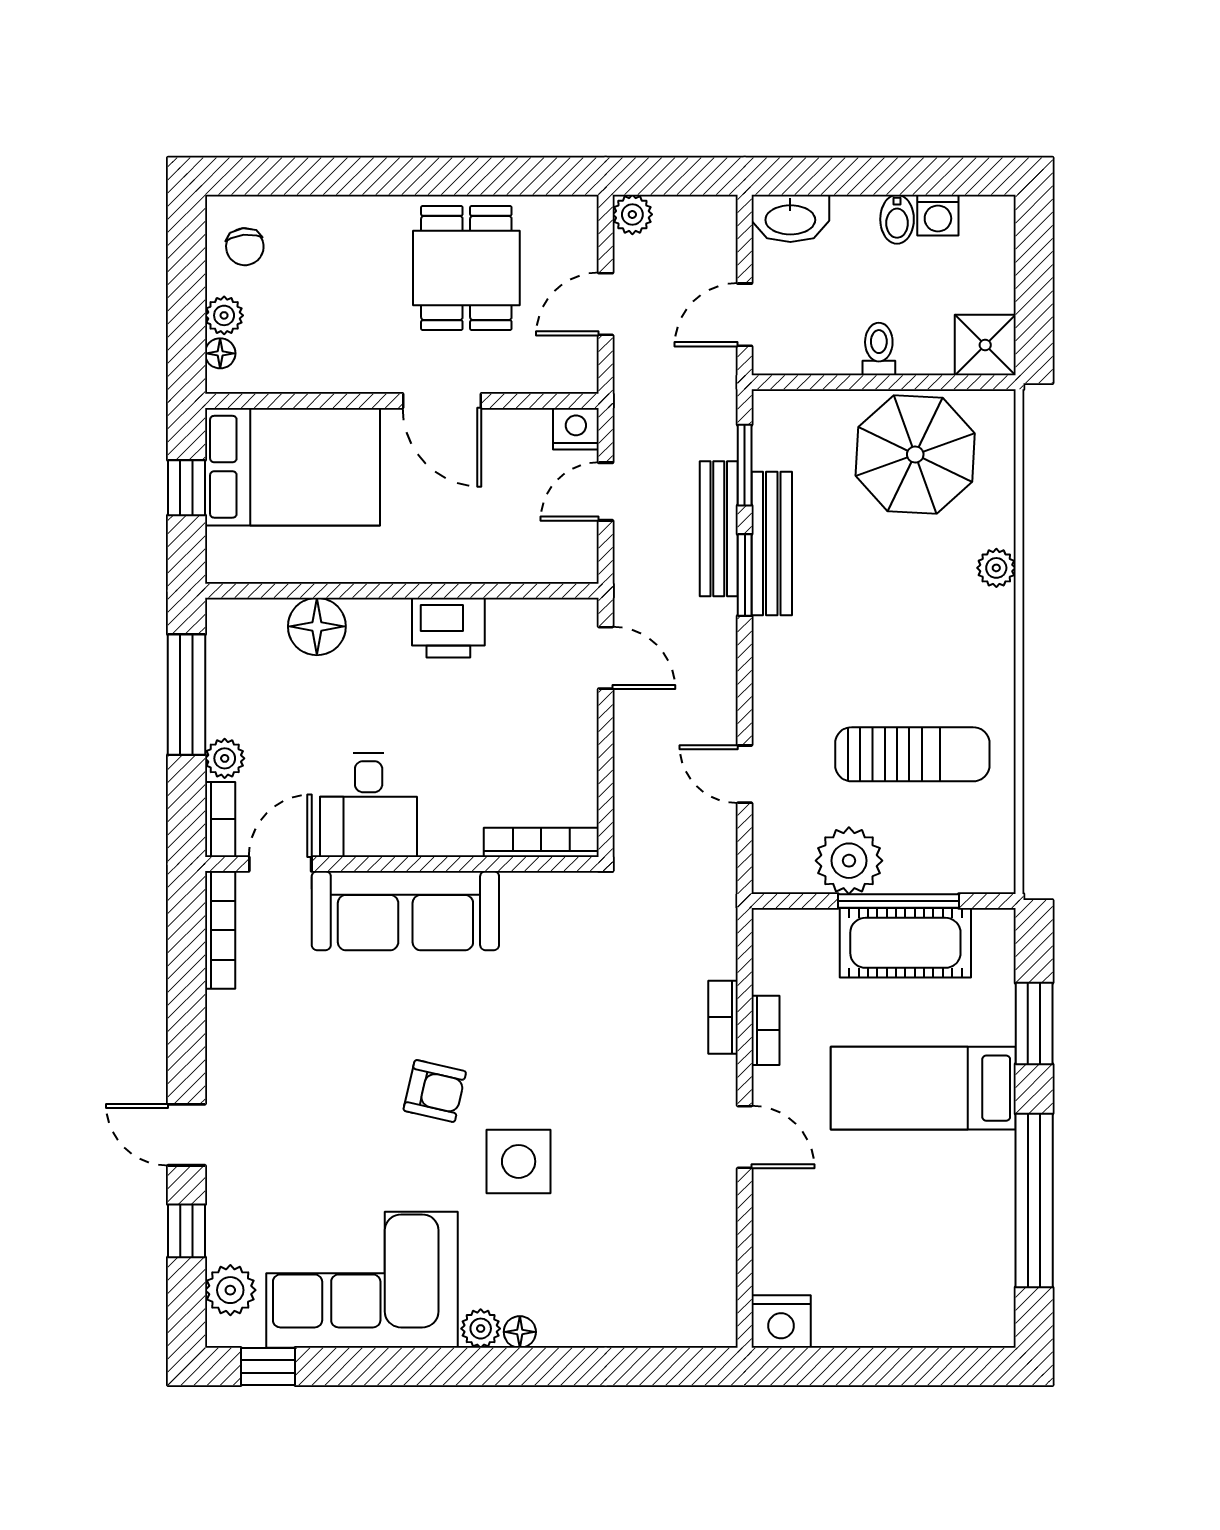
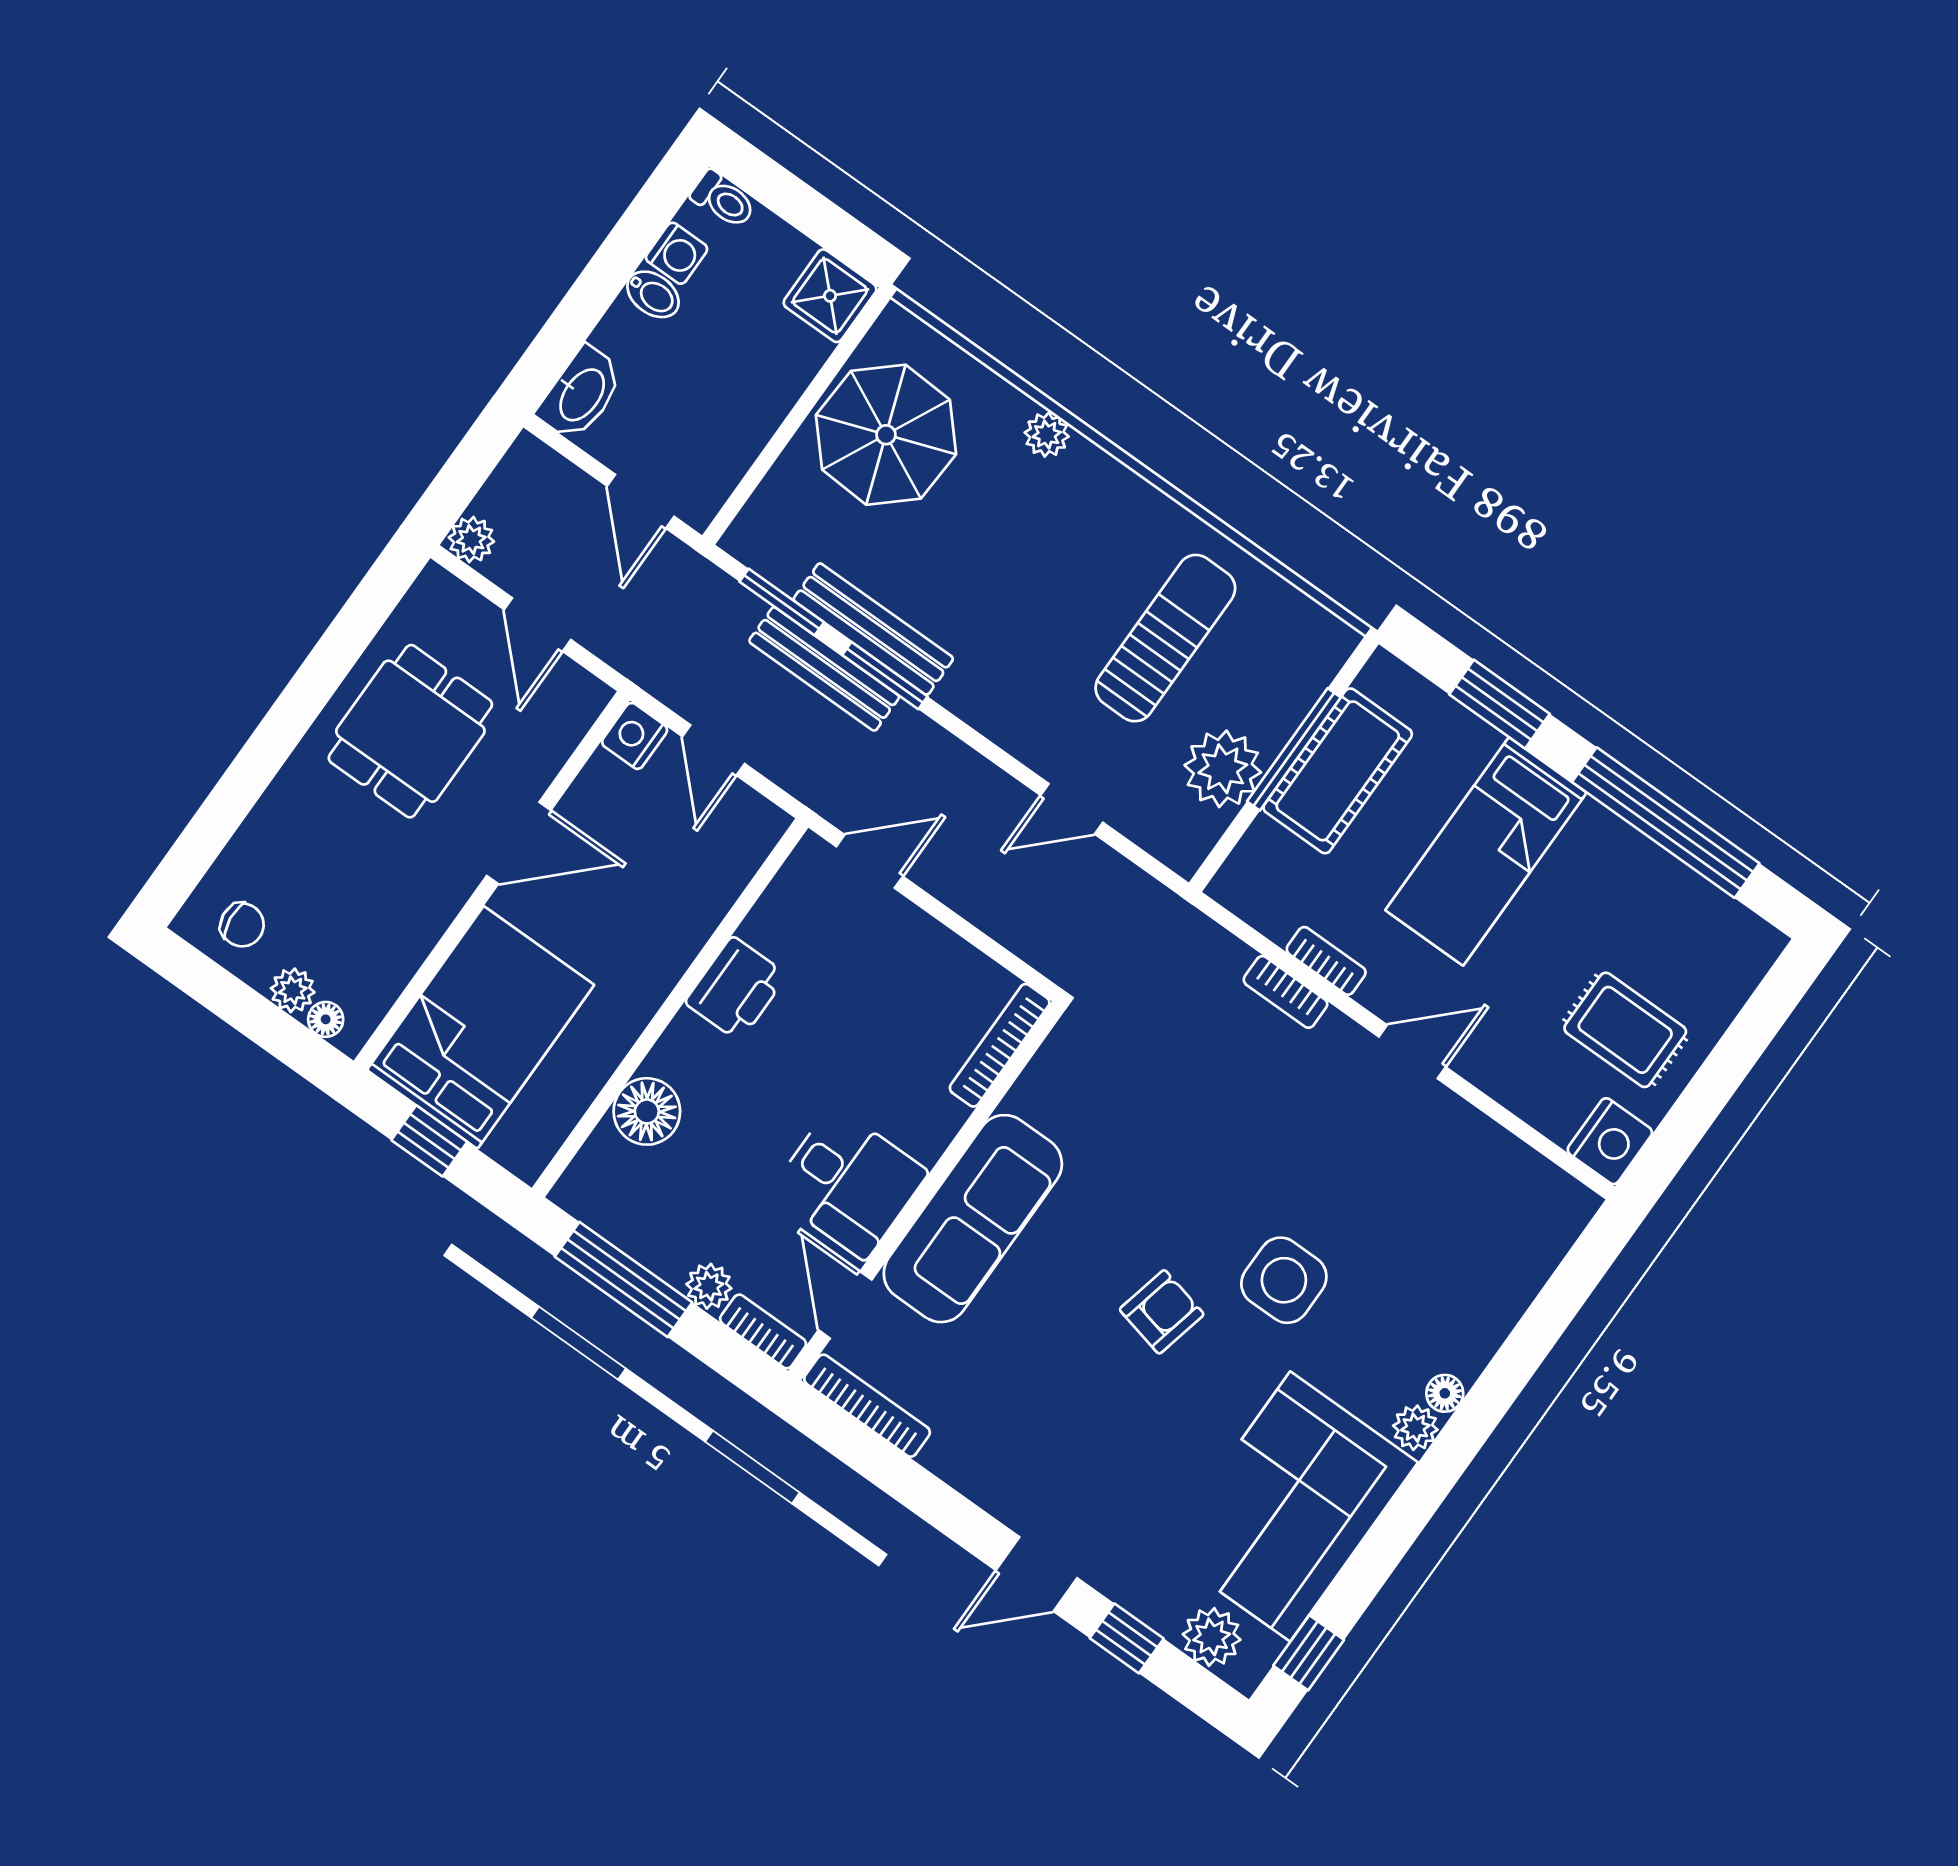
dining table: (466, 268) -> (410, 731), turned 90
toilet: (879, 349) -> (723, 200), moved, turned 180
rug: (867, 1276) -> (1625, 1030), added

